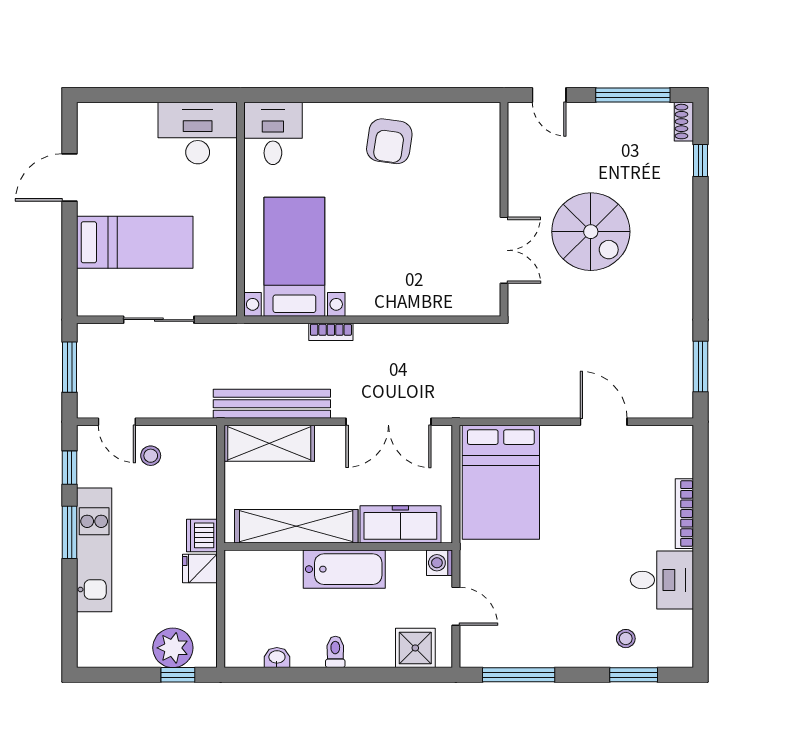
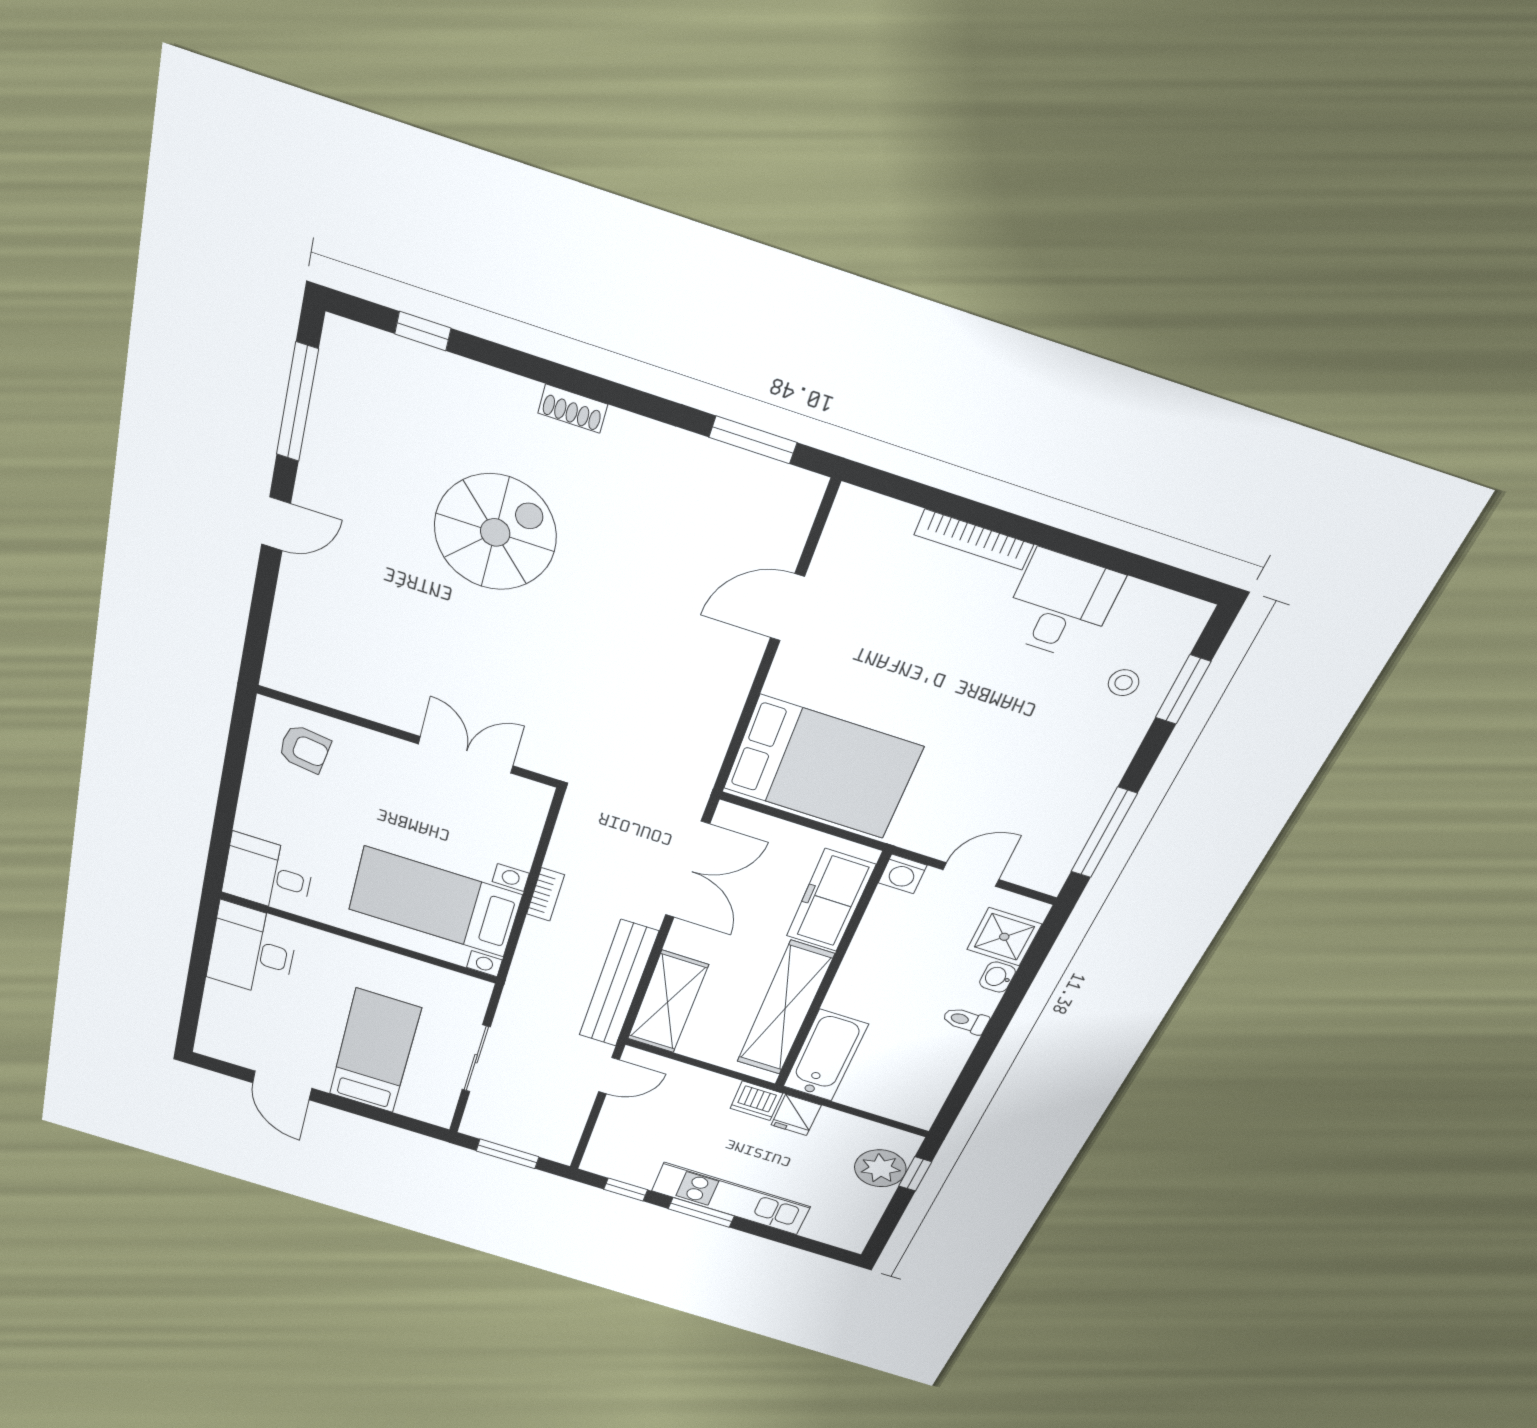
shoe rack: (684, 122) -> (573, 409), moved
armchair: (389, 141) -> (304, 749), width x0.72, depth x0.72
wall: (504, 209) -> (408, 737), moved
double door: (504, 250) -> (466, 755), moved
door: (117, 422) -> (609, 1076), moved
stool: (151, 456) -> (639, 1117), removed
bathtub: (344, 569) -> (825, 1056), moved
washbasin: (277, 658) -> (997, 977), moved

